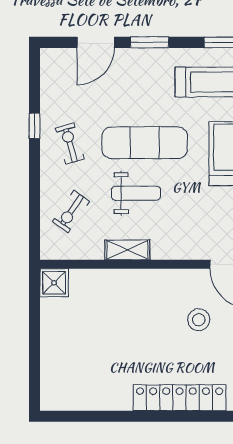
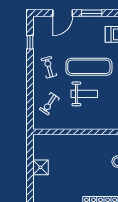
window: (35, 126) -> (30, 42), moved
shelving: (127, 250) -> (80, 124), removed
shower: (54, 283) -> (40, 167), moved

